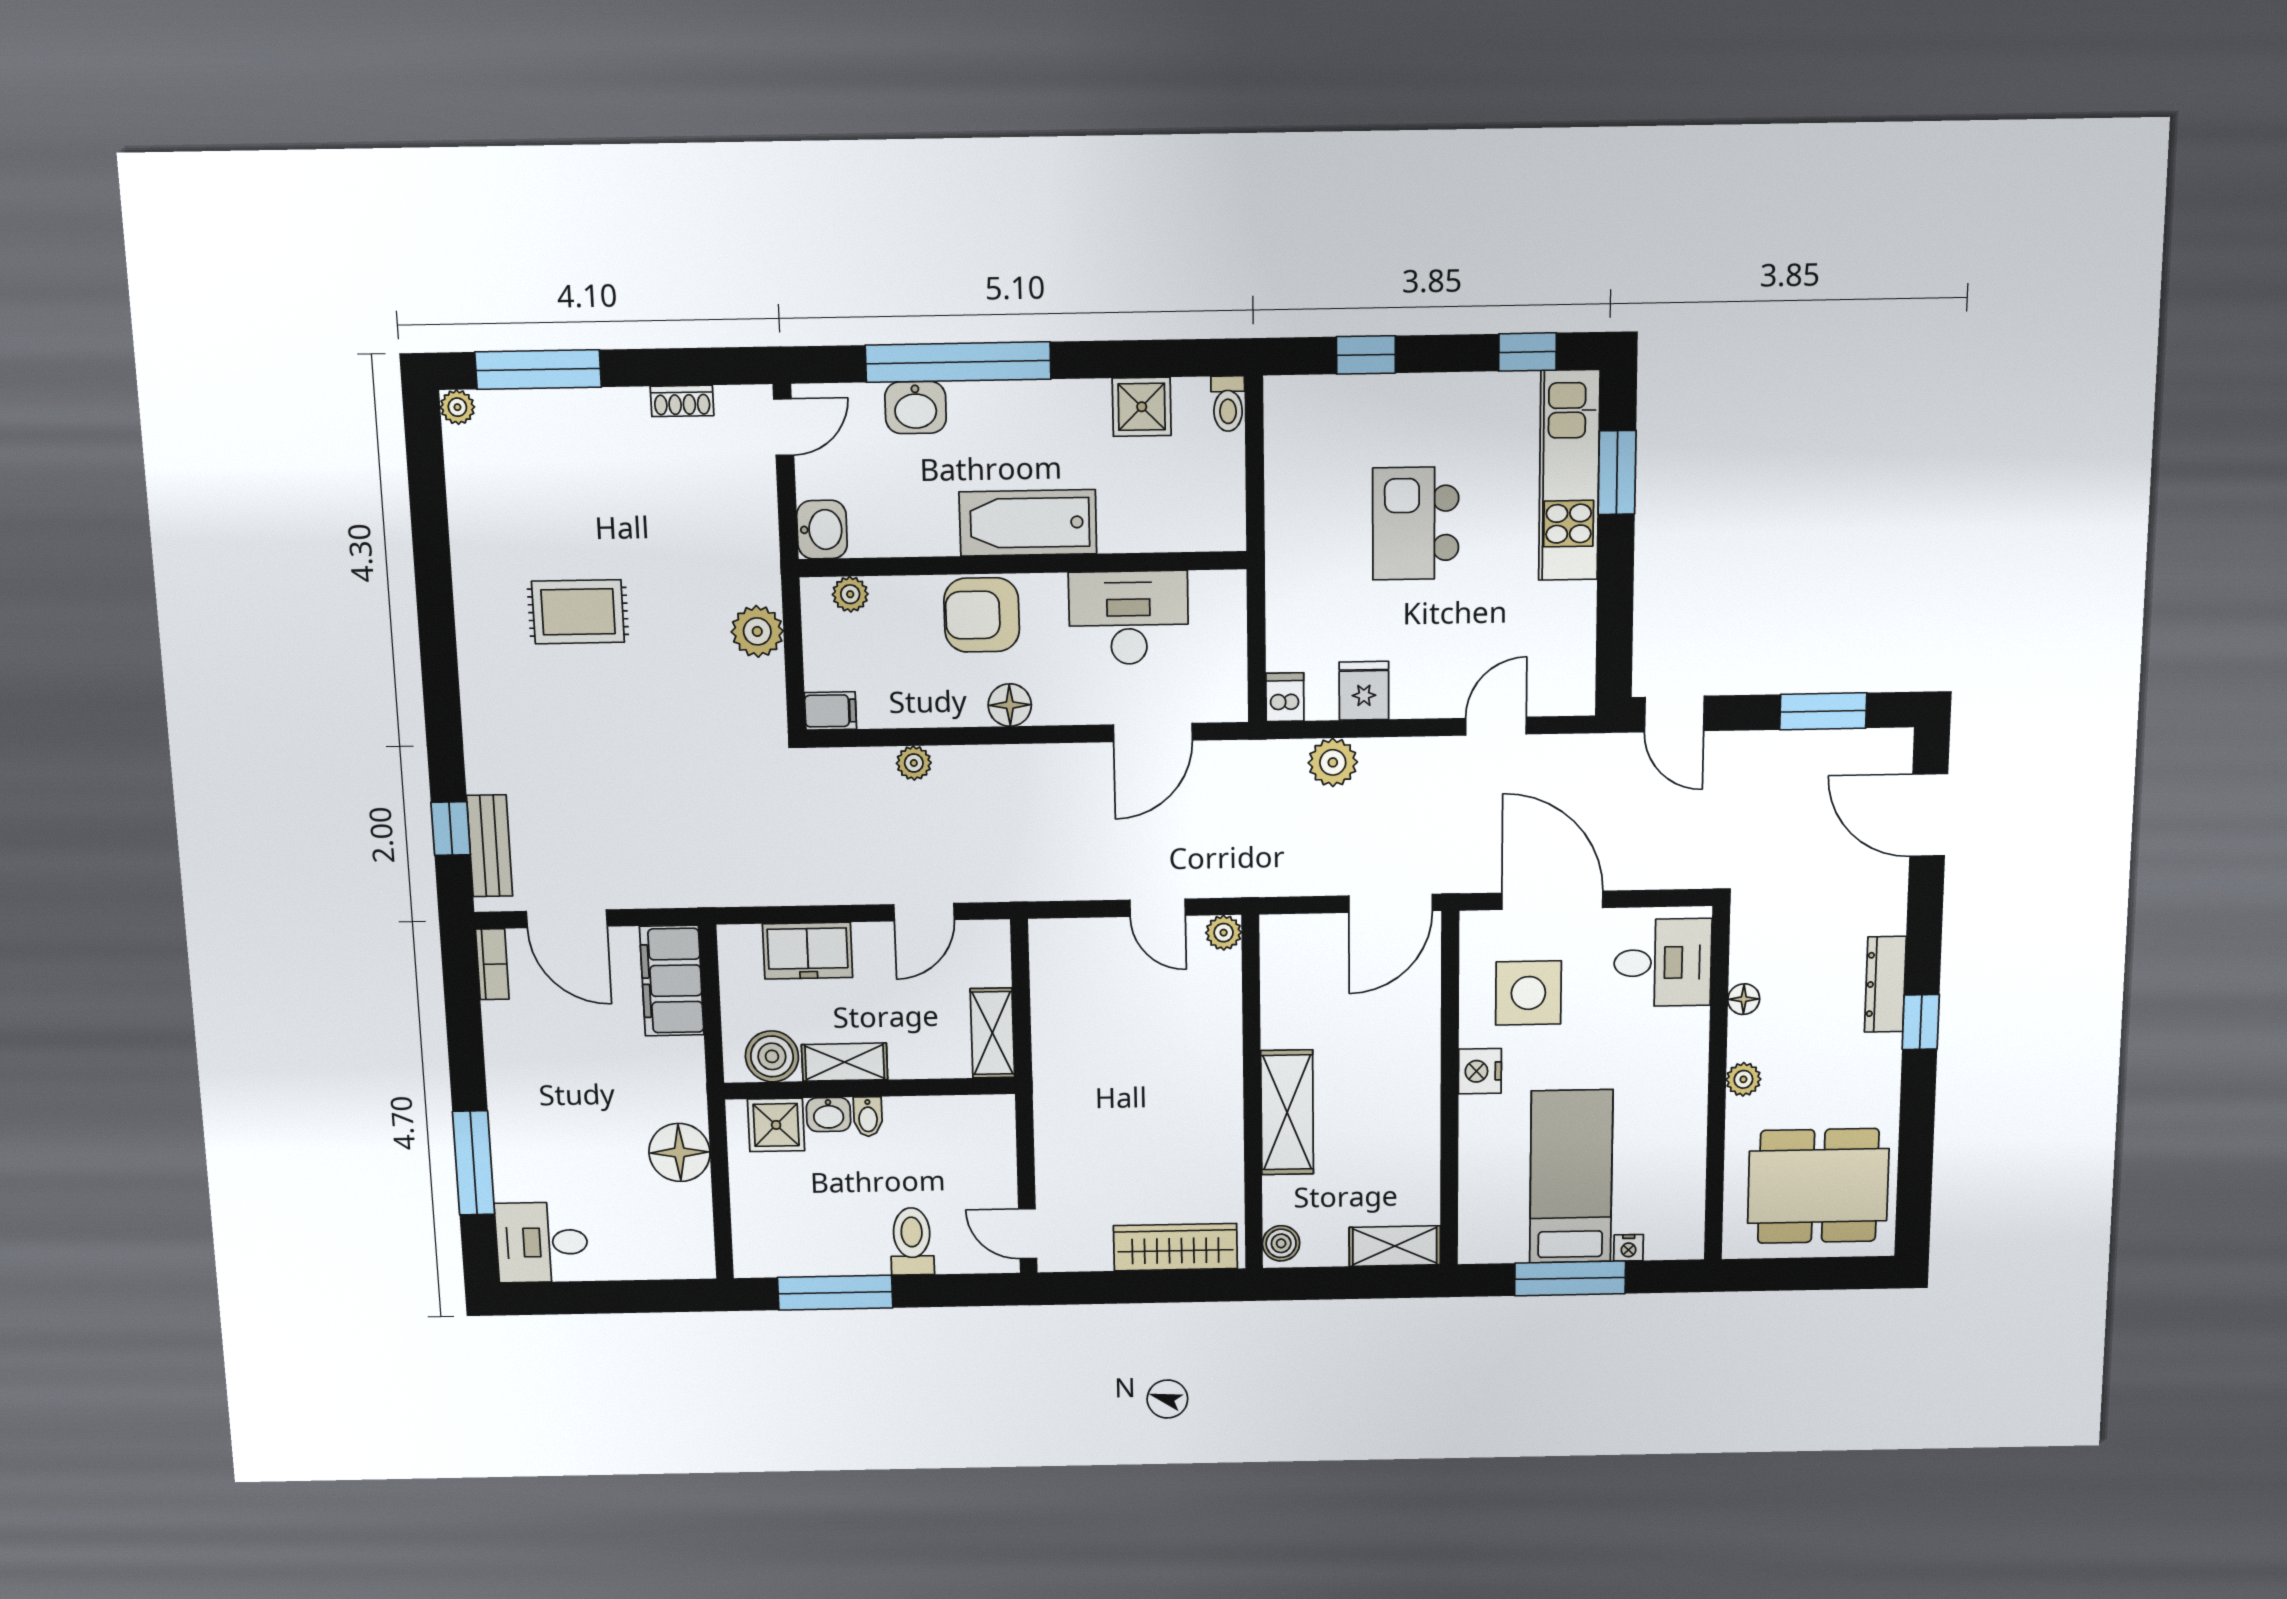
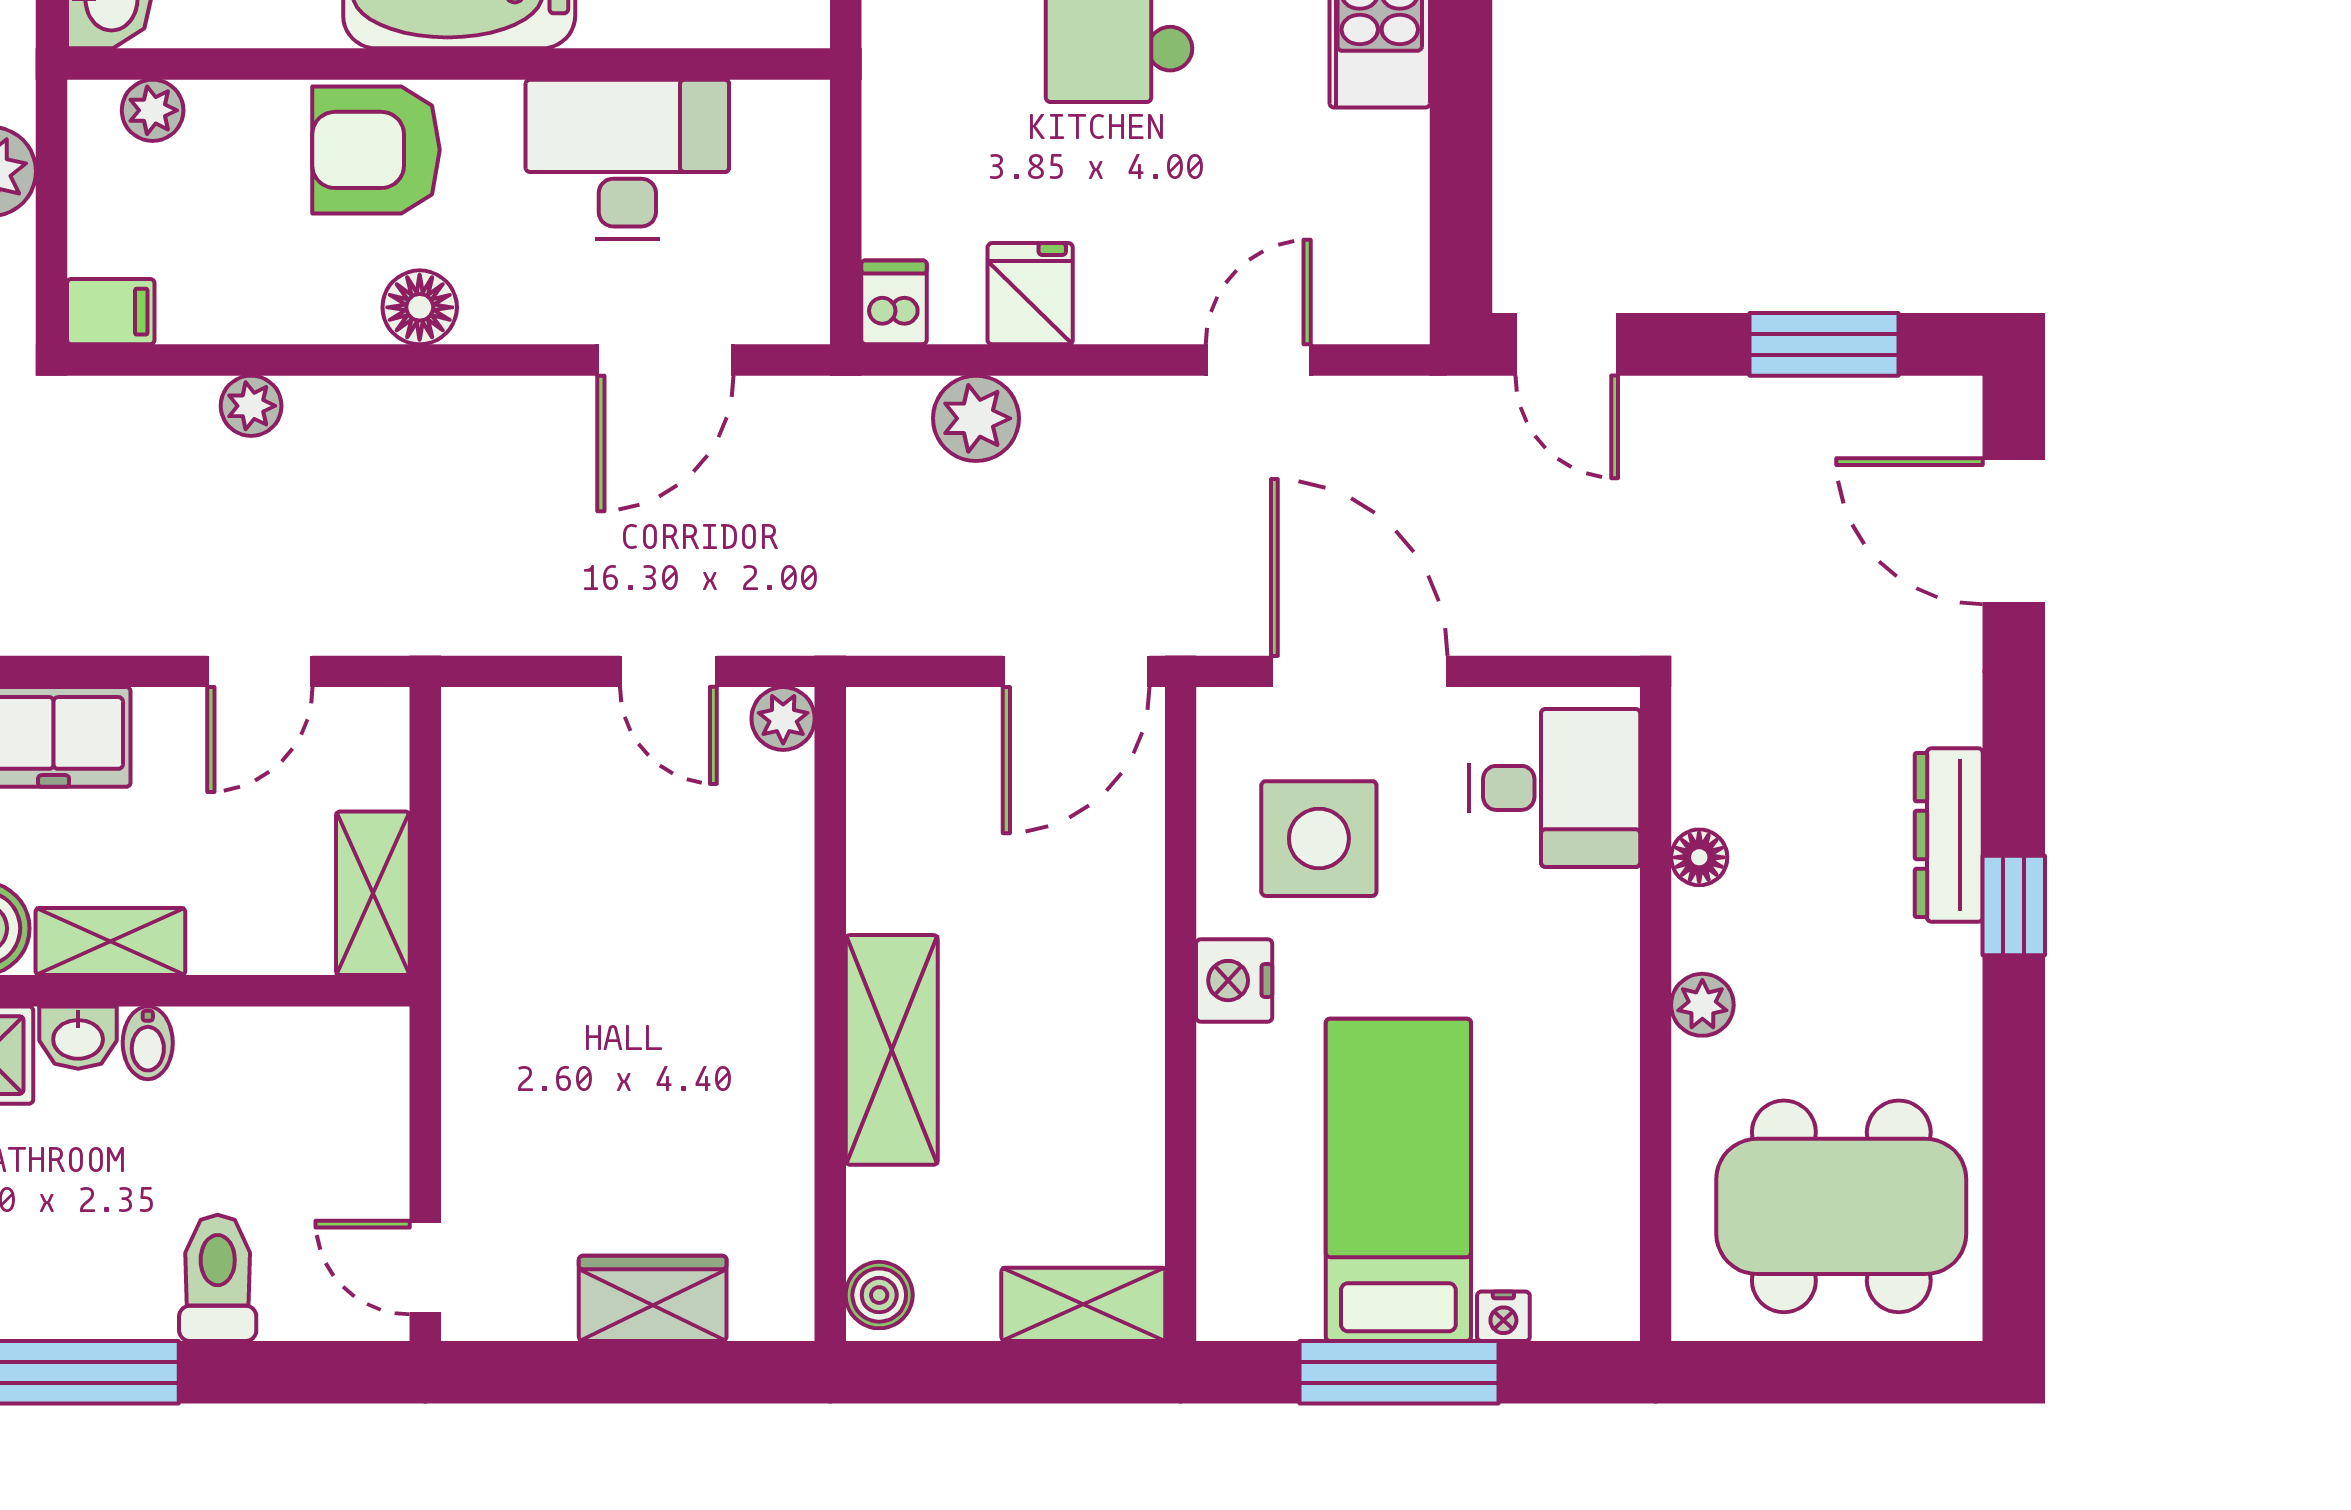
wardrobe: (1175, 1247) -> (653, 1298), width x0.67

